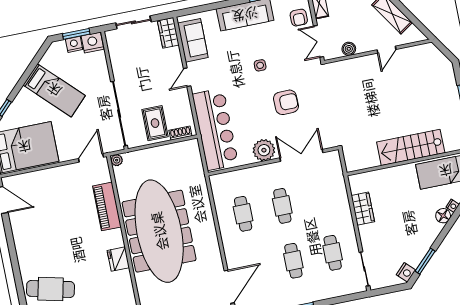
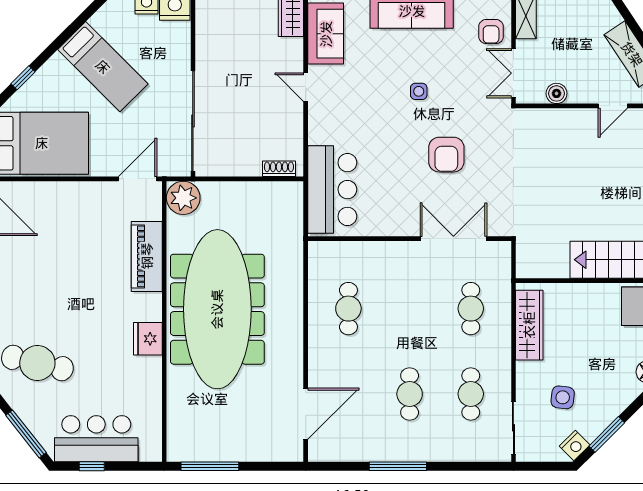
door: (187, 77) -> (306, 87), hinge flipped
armchair: (286, 102) -> (446, 155), turned 91
rug: (155, 123) -> (244, 146), removed
bar counter: (215, 129) -> (332, 190), width x0.73
plant: (264, 150) -> (399, 220), removed
plant: (117, 160) -> (183, 198), width x1.87, depth x1.87
cafe table: (282, 206) -> (471, 309), moved
wardrobe: (363, 209) -> (529, 325), width x1.50
side table: (392, 243) -> (563, 397), added

